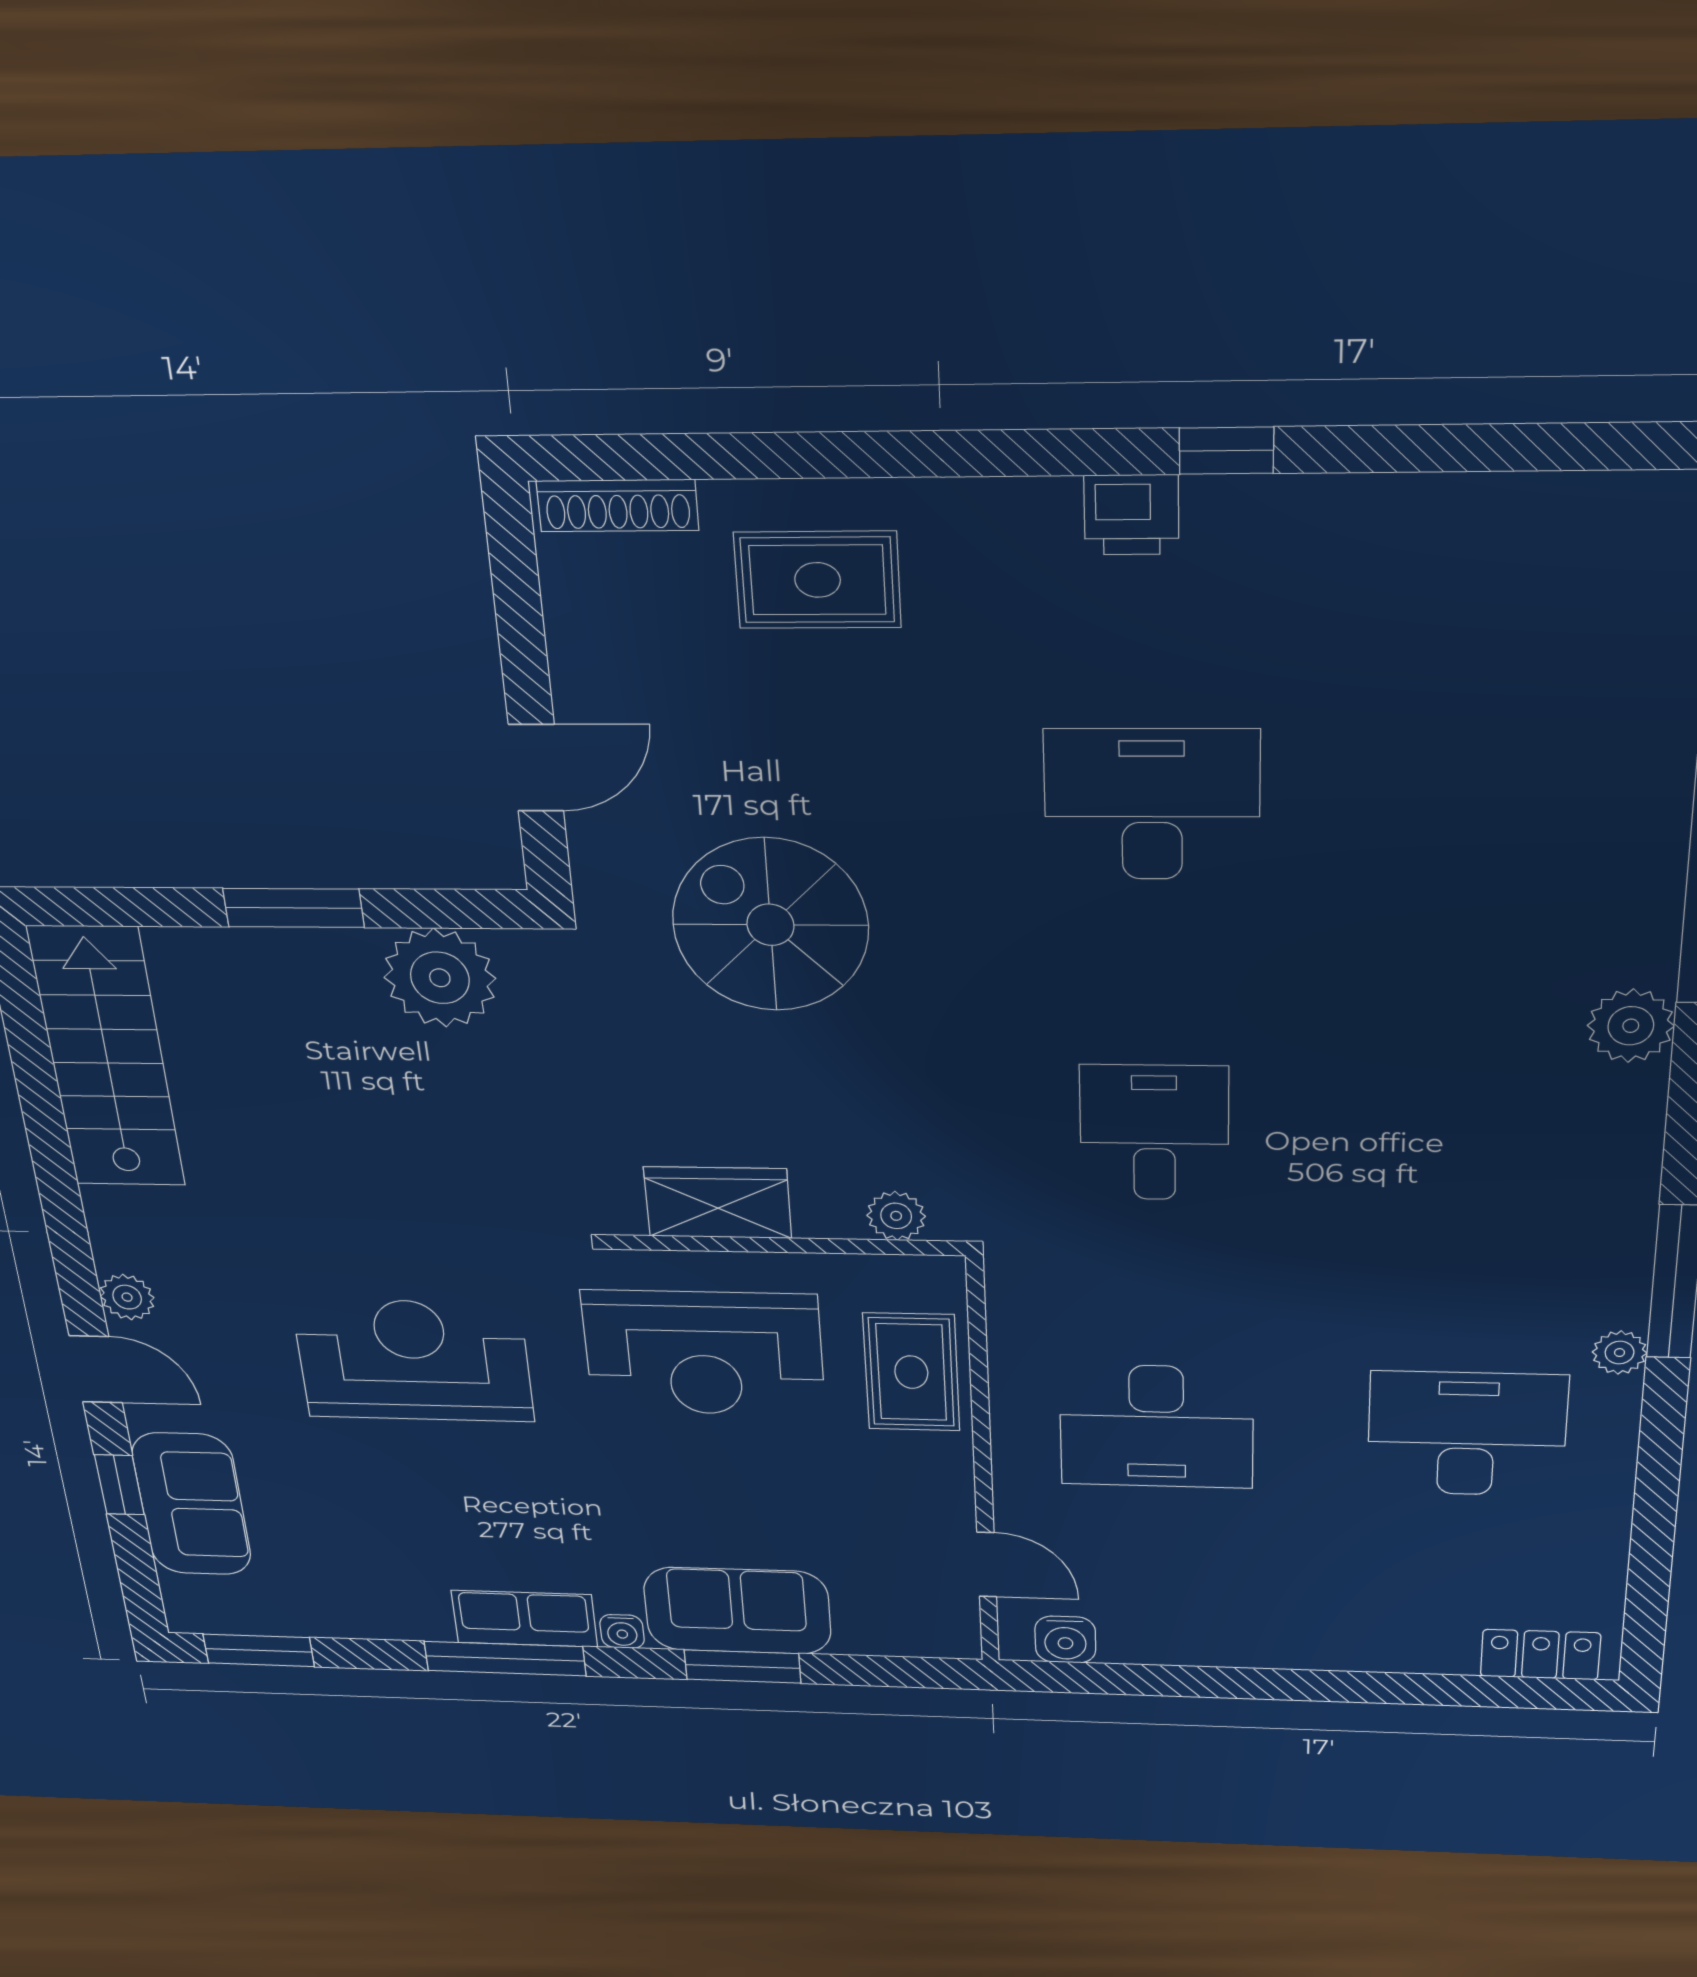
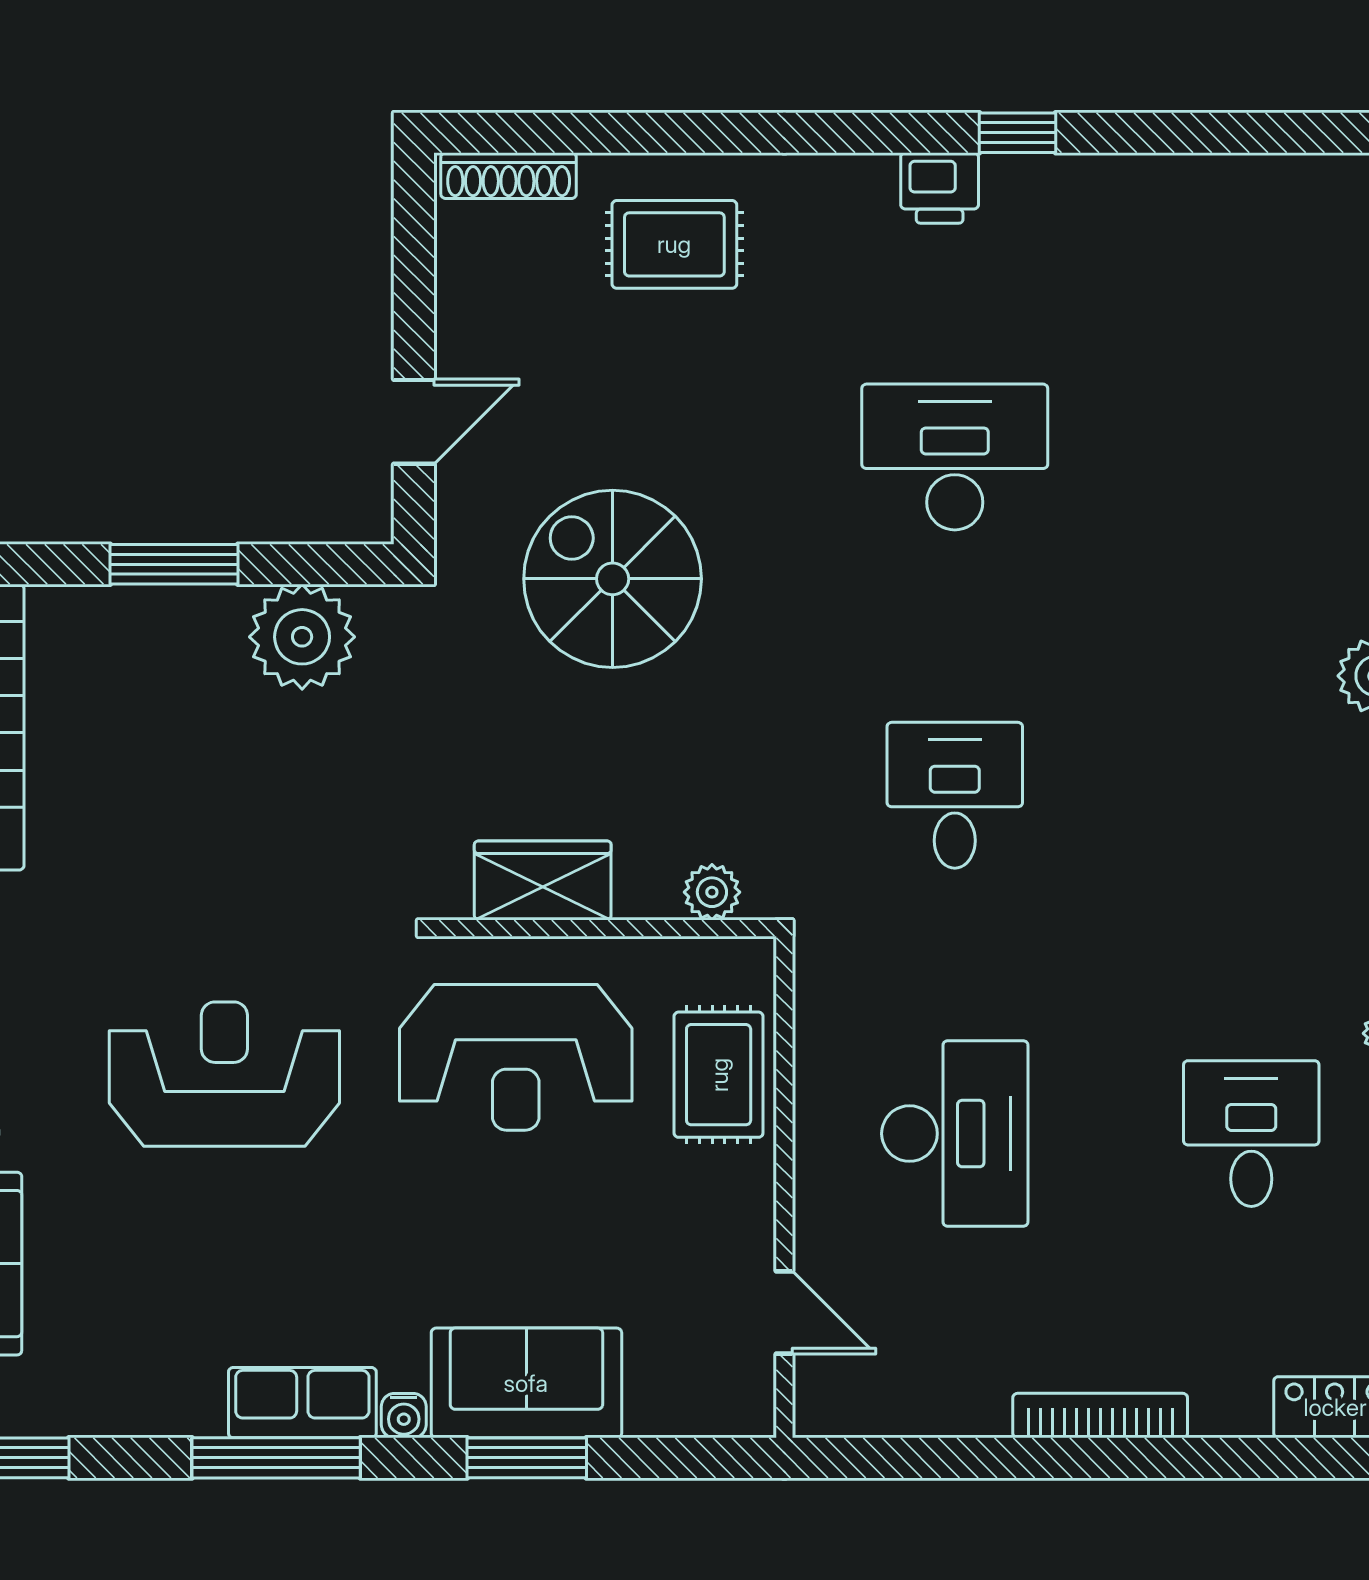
desk: (1156, 1426) -> (955, 1134), turned -90
desk: (1467, 1434) -> (1251, 1134), width x0.73
water cooler: (1065, 1640) -> (861, 1407), removed
bookcase: (1303, 1653) -> (1100, 1416), added

